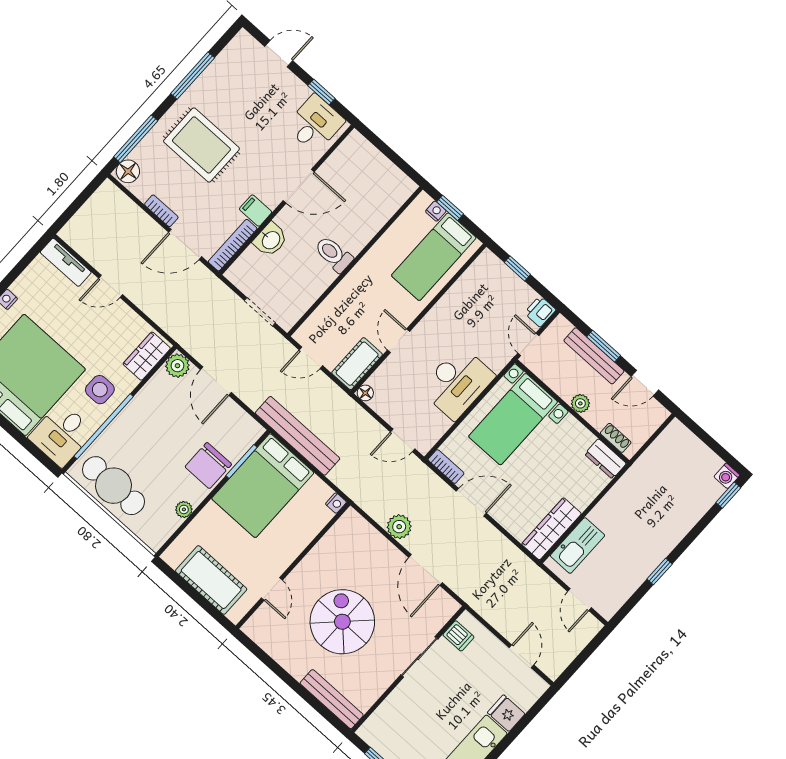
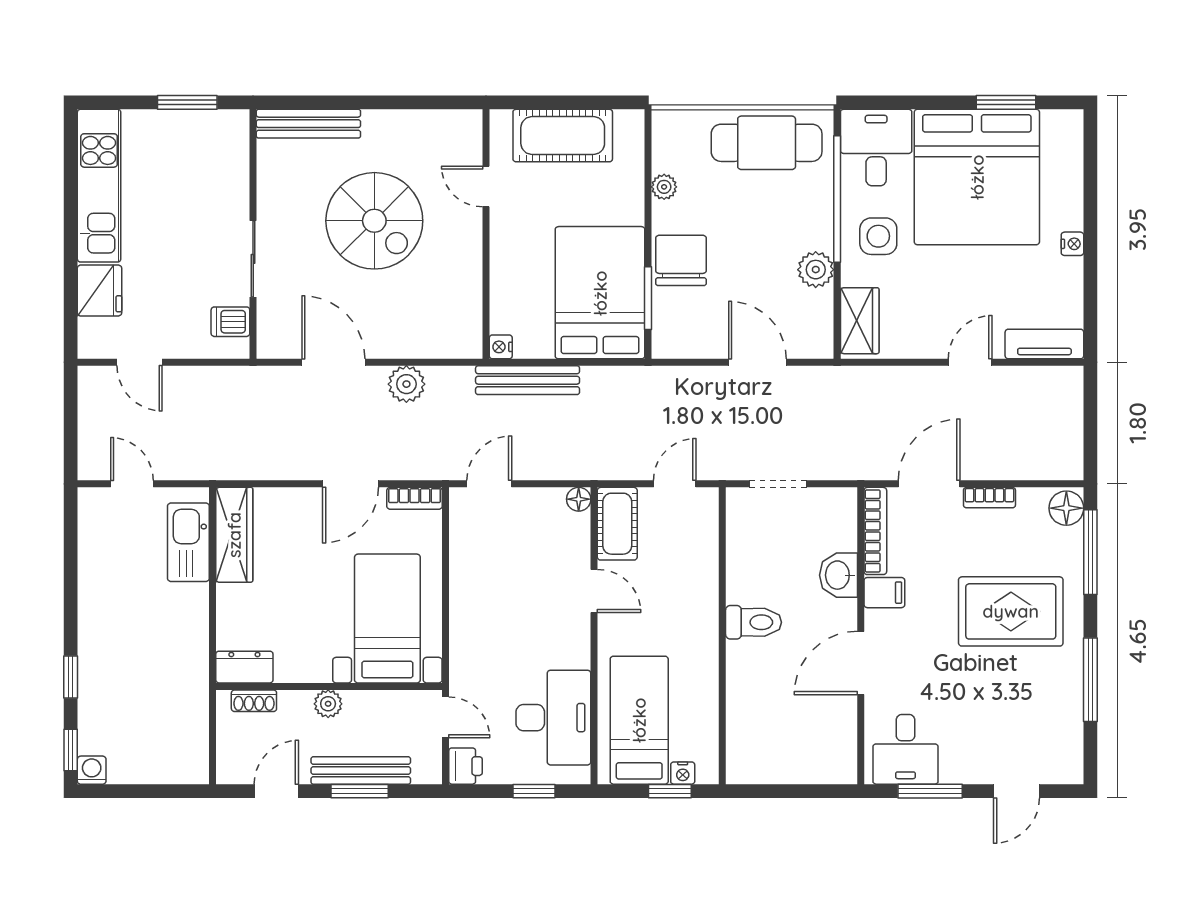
window: (321, 92) -> (930, 791), width x1.50
plant: (177, 366) -> (816, 270), moved
desk: (457, 383) -> (553, 718), moved, turned 180
bench: (298, 436) -> (528, 380), moved, width x0.73, depth x0.82
window: (660, 571) -> (71, 677), moved
fridge: (506, 713) -> (99, 290), width x1.38

